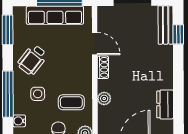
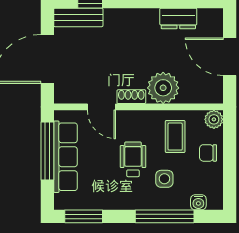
door: (95, 44) -> (101, 107), swing flipped
wheelchair: (32, 60) -> (133, 159), moved, turned -128
plant: (104, 98) -> (163, 88), width x1.88, depth x1.88

